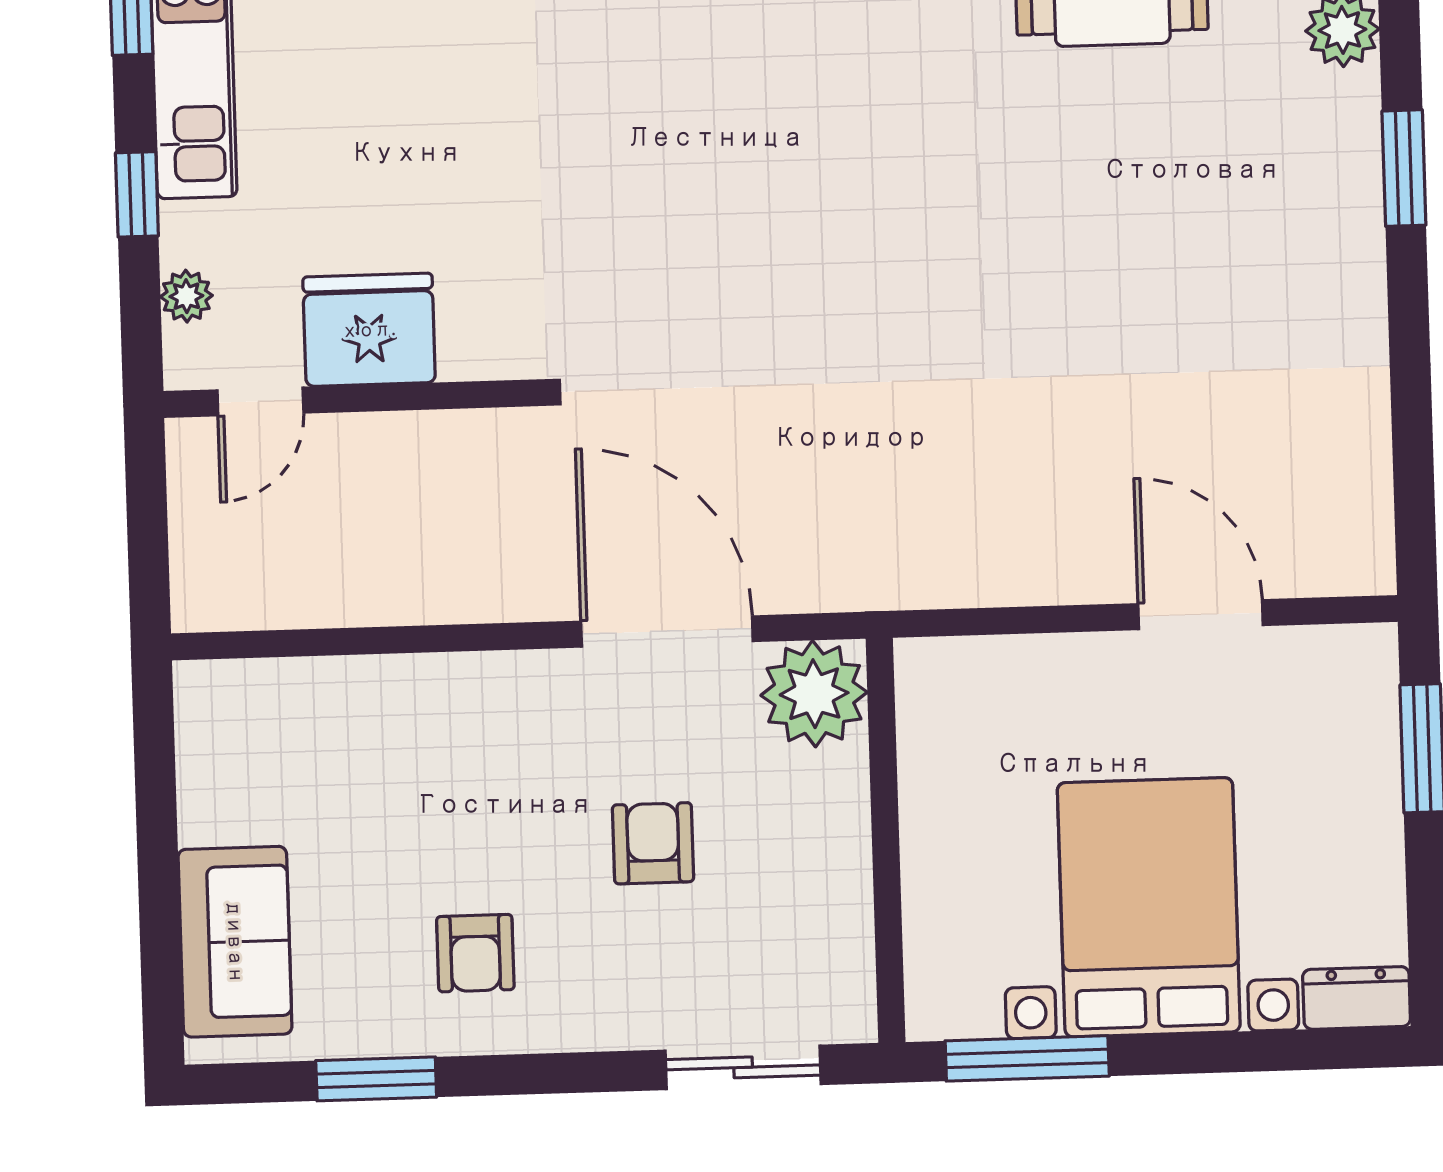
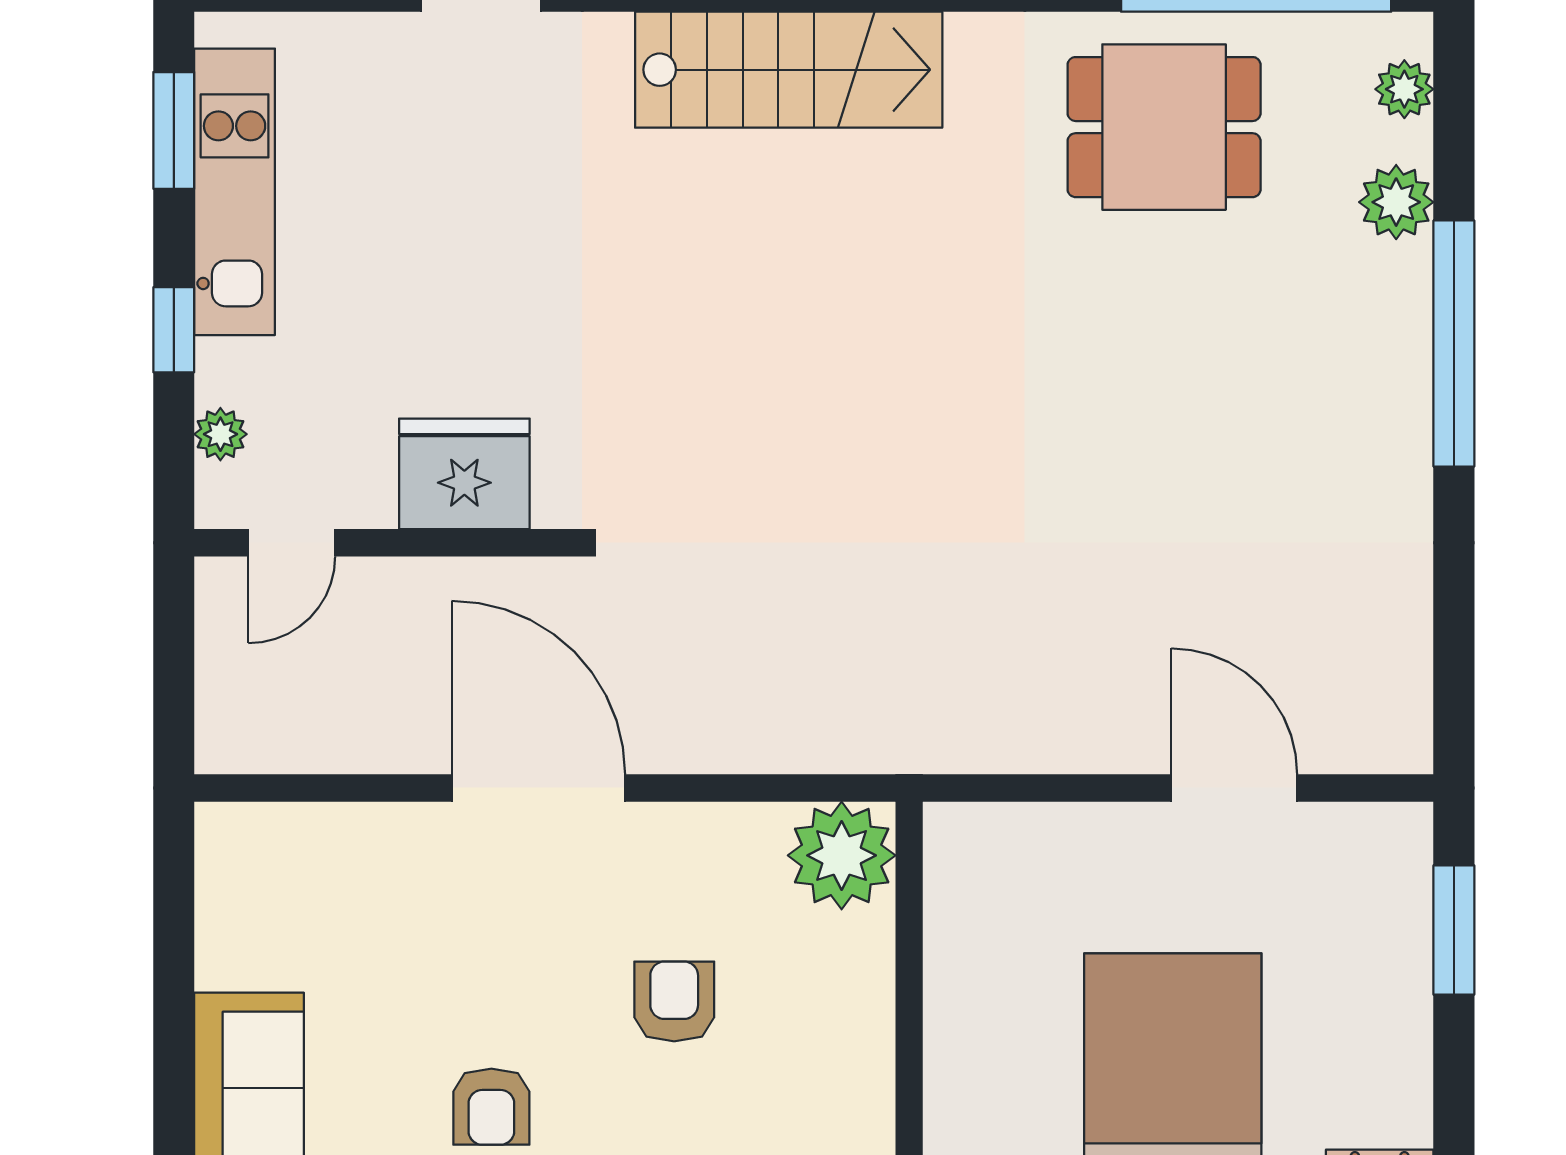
window: (1404, 168) -> (1454, 343), width x2.11
fridge: (369, 330) -> (464, 474), moved
door: (667, 631) -> (538, 788), moved

